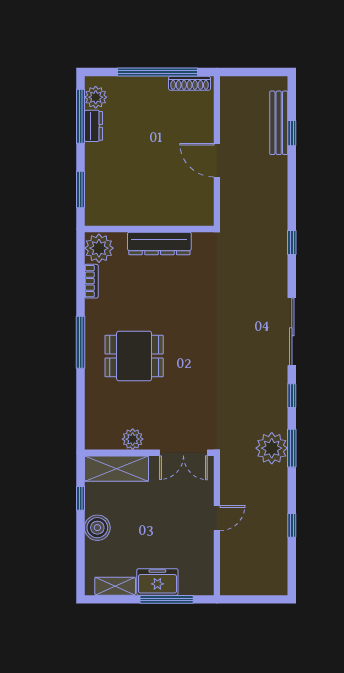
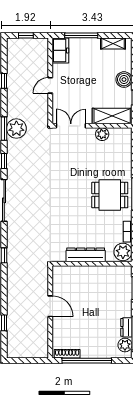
bench: (279, 123) -> (12, 329), removed
dining table: (134, 356) -> (110, 195), moved
freezer: (157, 582) -> (60, 50), moved, turned -90
window: (256, 599) -> (26, 35), added

